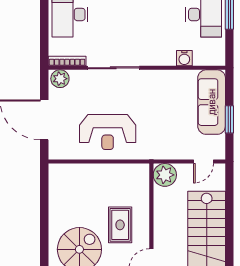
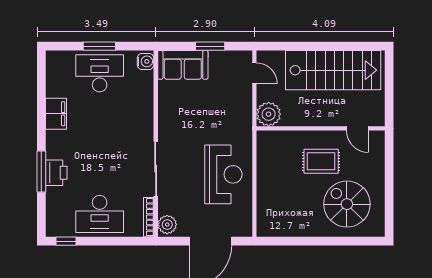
water cooler: (184, 58) -> (146, 61), moved
sofa: (212, 102) -> (183, 65), width x0.73

